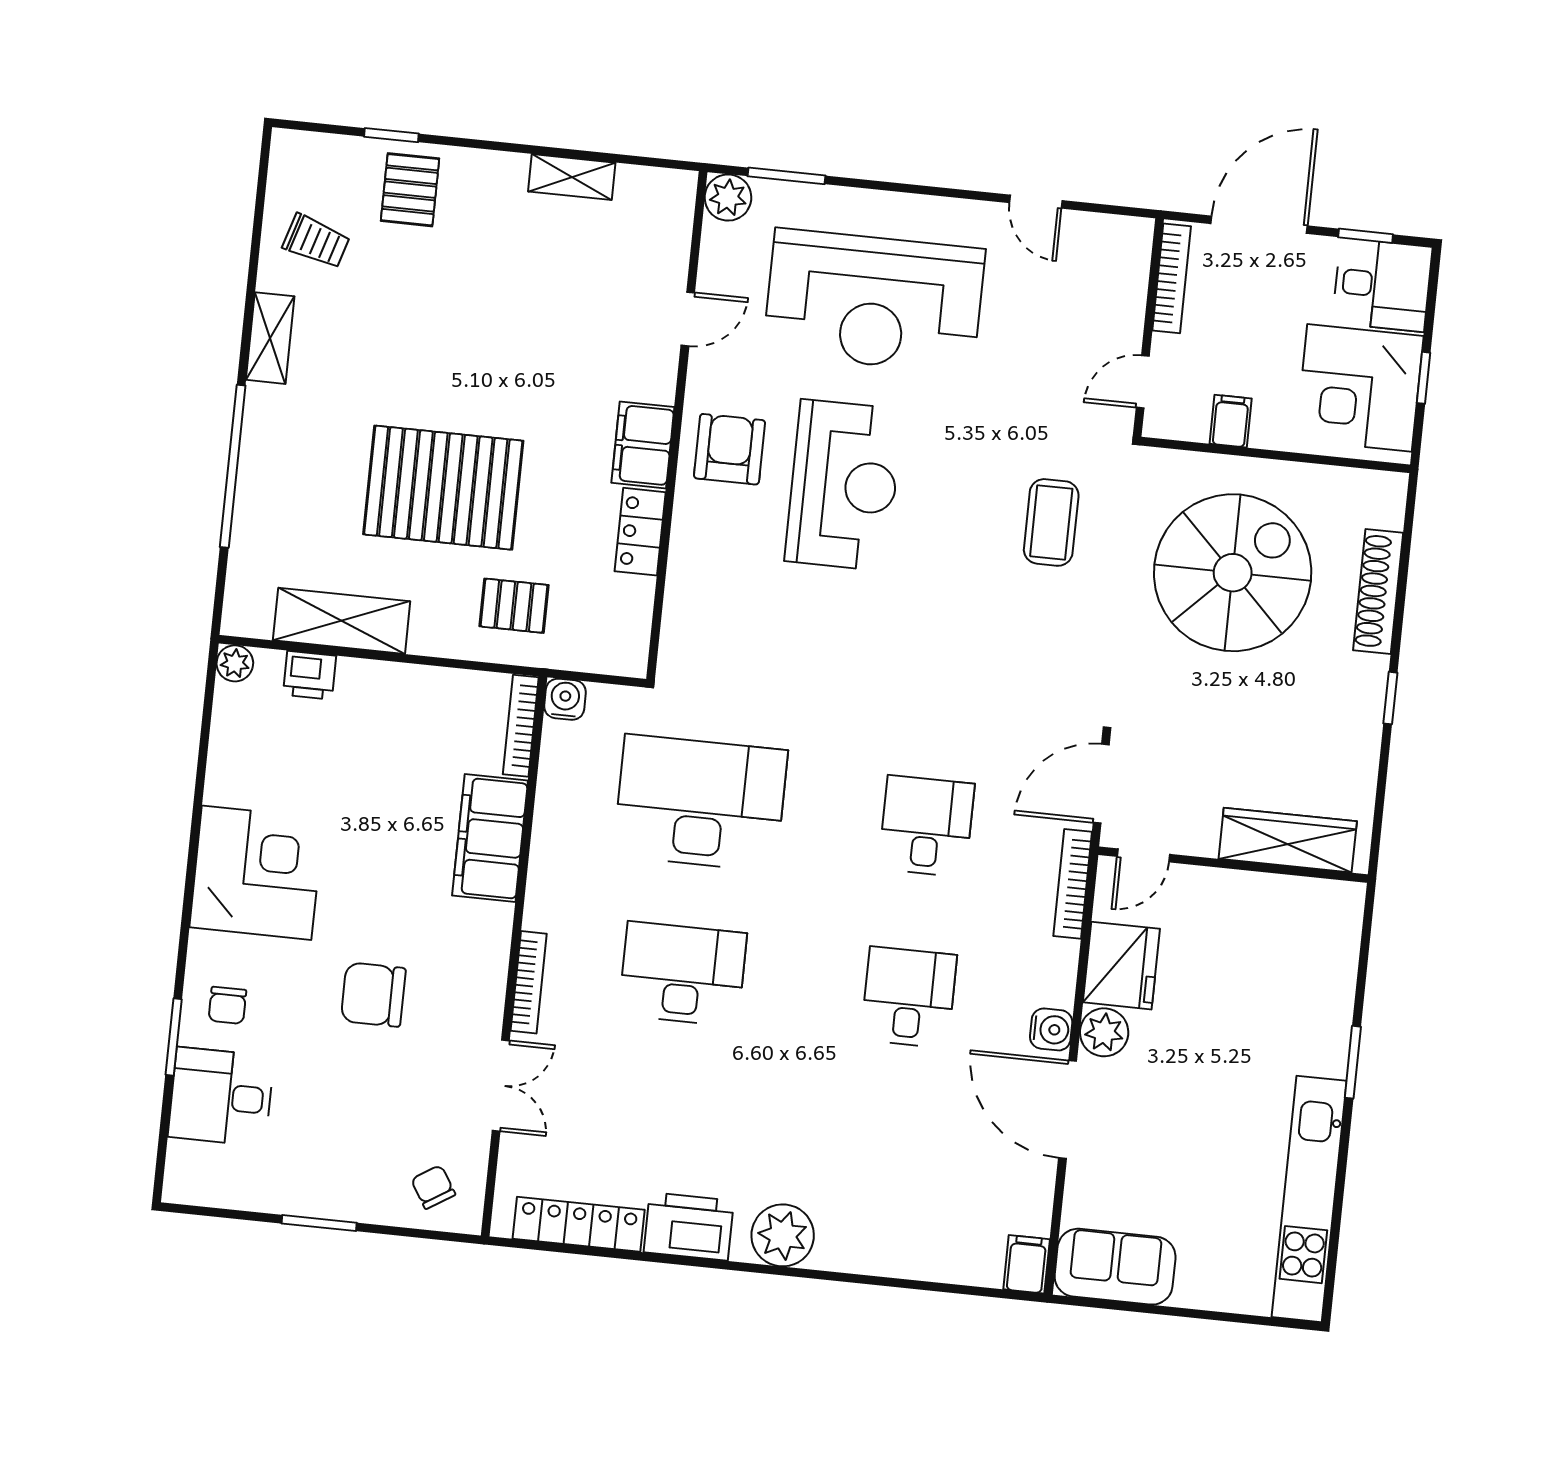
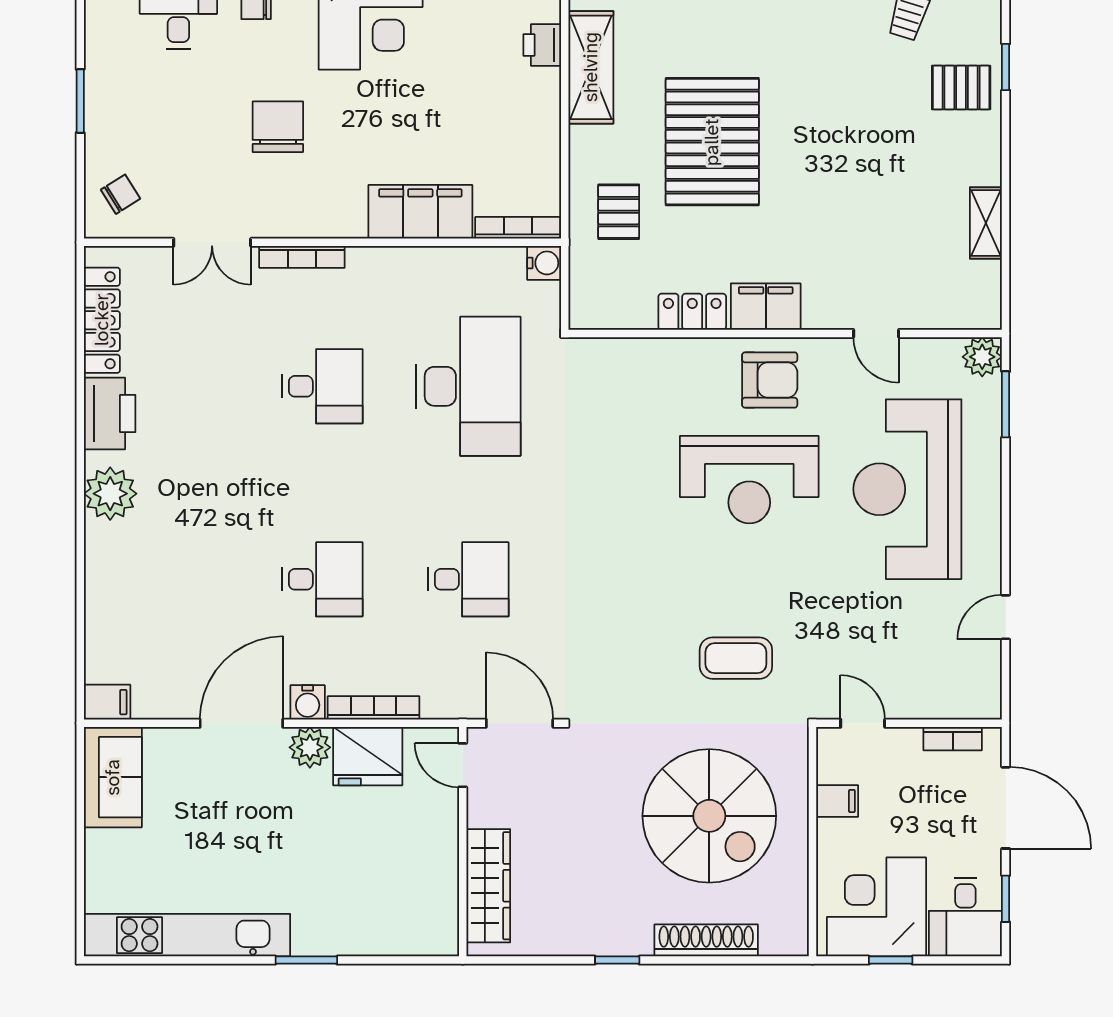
bookcase: (1172, 278) -> (953, 739), width x0.64
bookcase: (1073, 884) -> (374, 708), moved
desk: (683, 974) -> (322, 386), width x0.73

